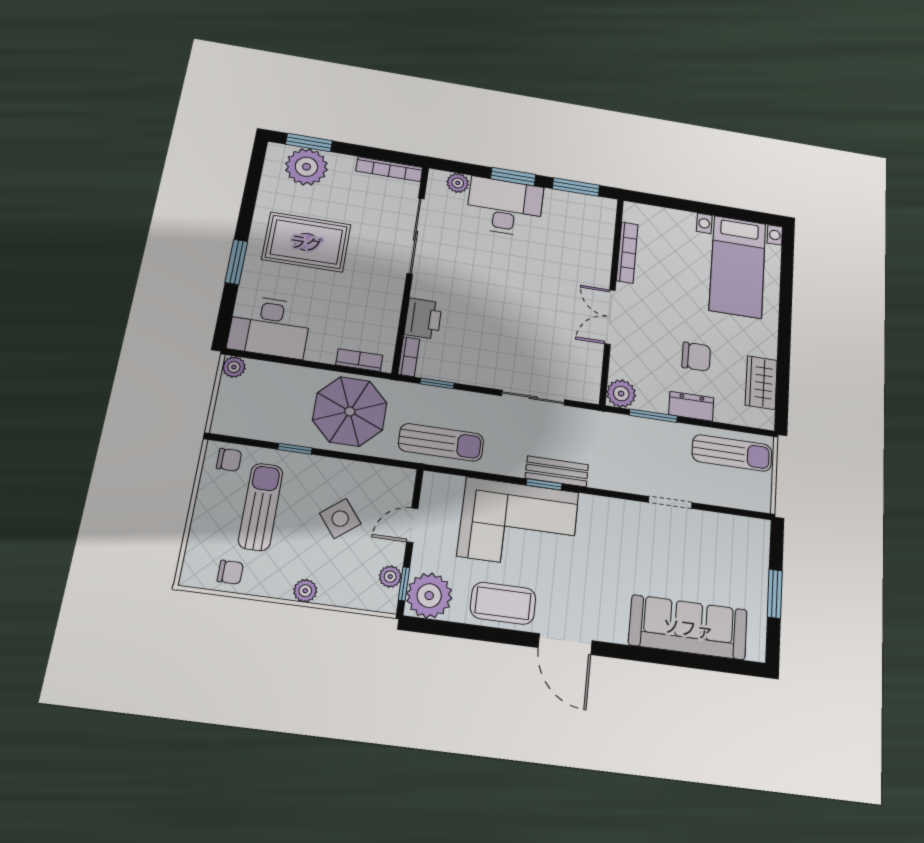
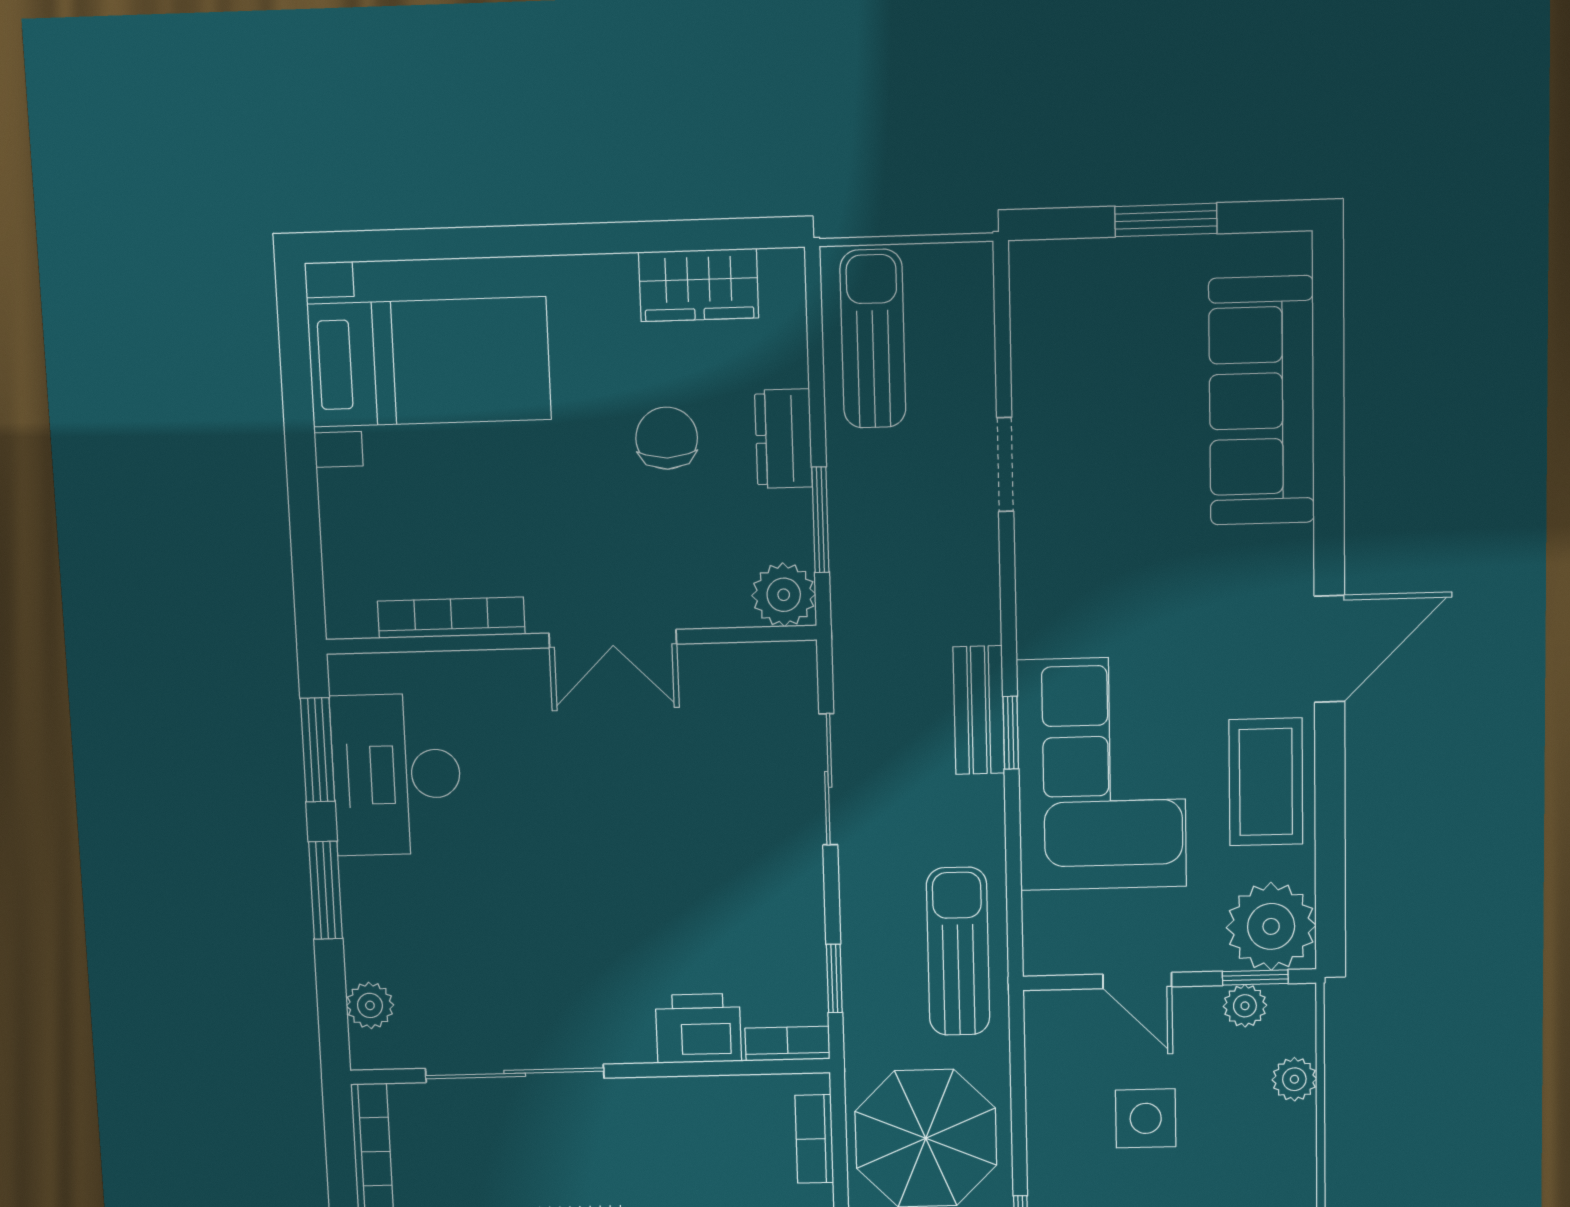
desk: (505, 207) -> (396, 775), moved
side table: (340, 519) -> (1146, 1118), turned 38
plant: (305, 591) -> (1294, 1079), moved

